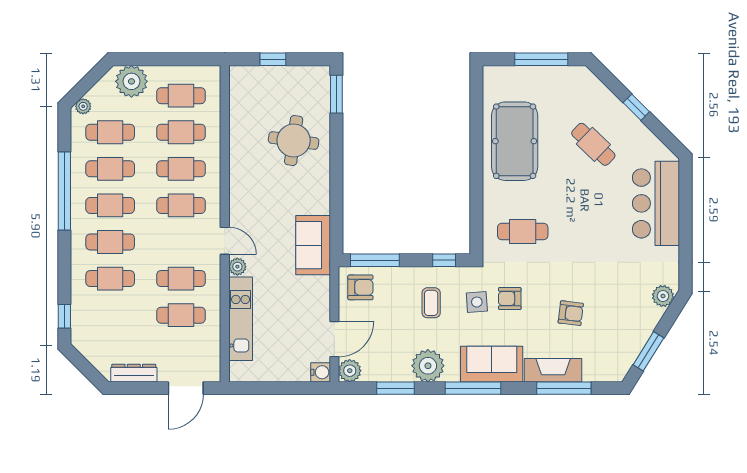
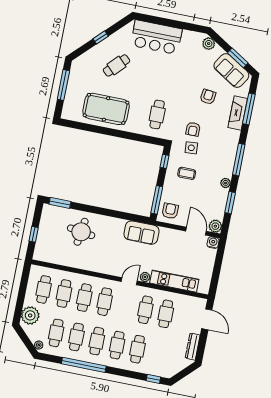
sofa: (492, 364) -> (231, 71), moved, turned -58
plant: (428, 366) -> (226, 183), width x0.53, depth x0.53

